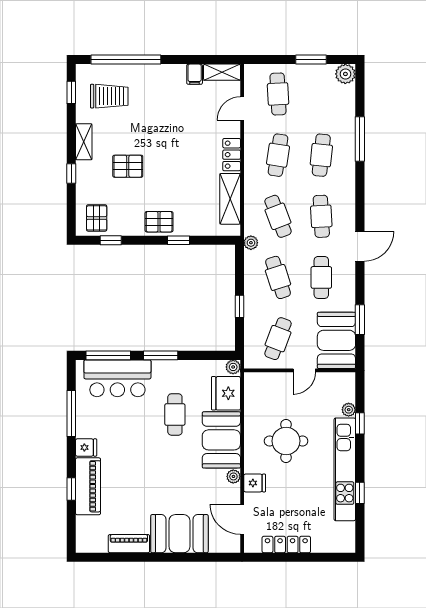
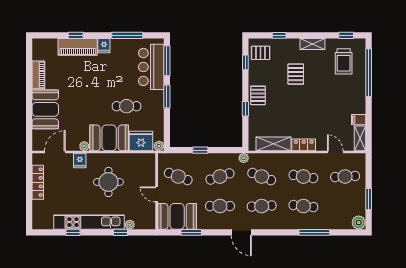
window: (71, 173) -> (279, 35), moved
cafe table: (278, 216) -> (262, 177), turned 42

